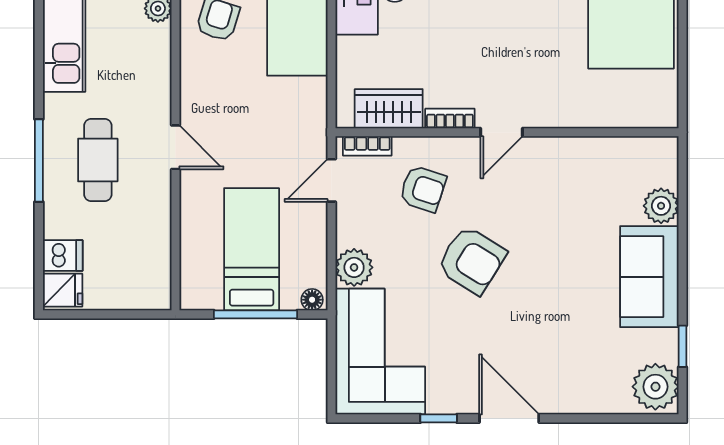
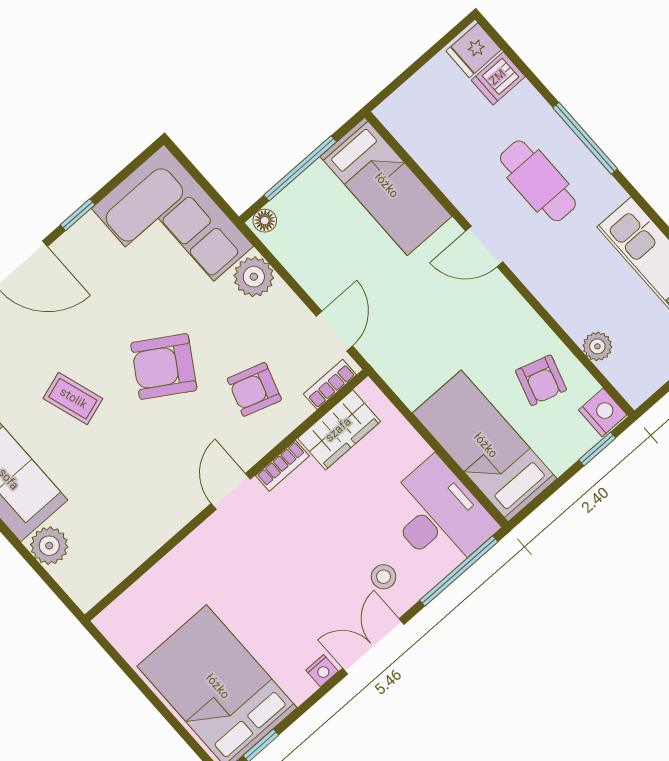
bed: (252, 249) -> (386, 186), moved
coffee table: (554, 294) -> (73, 399), added

